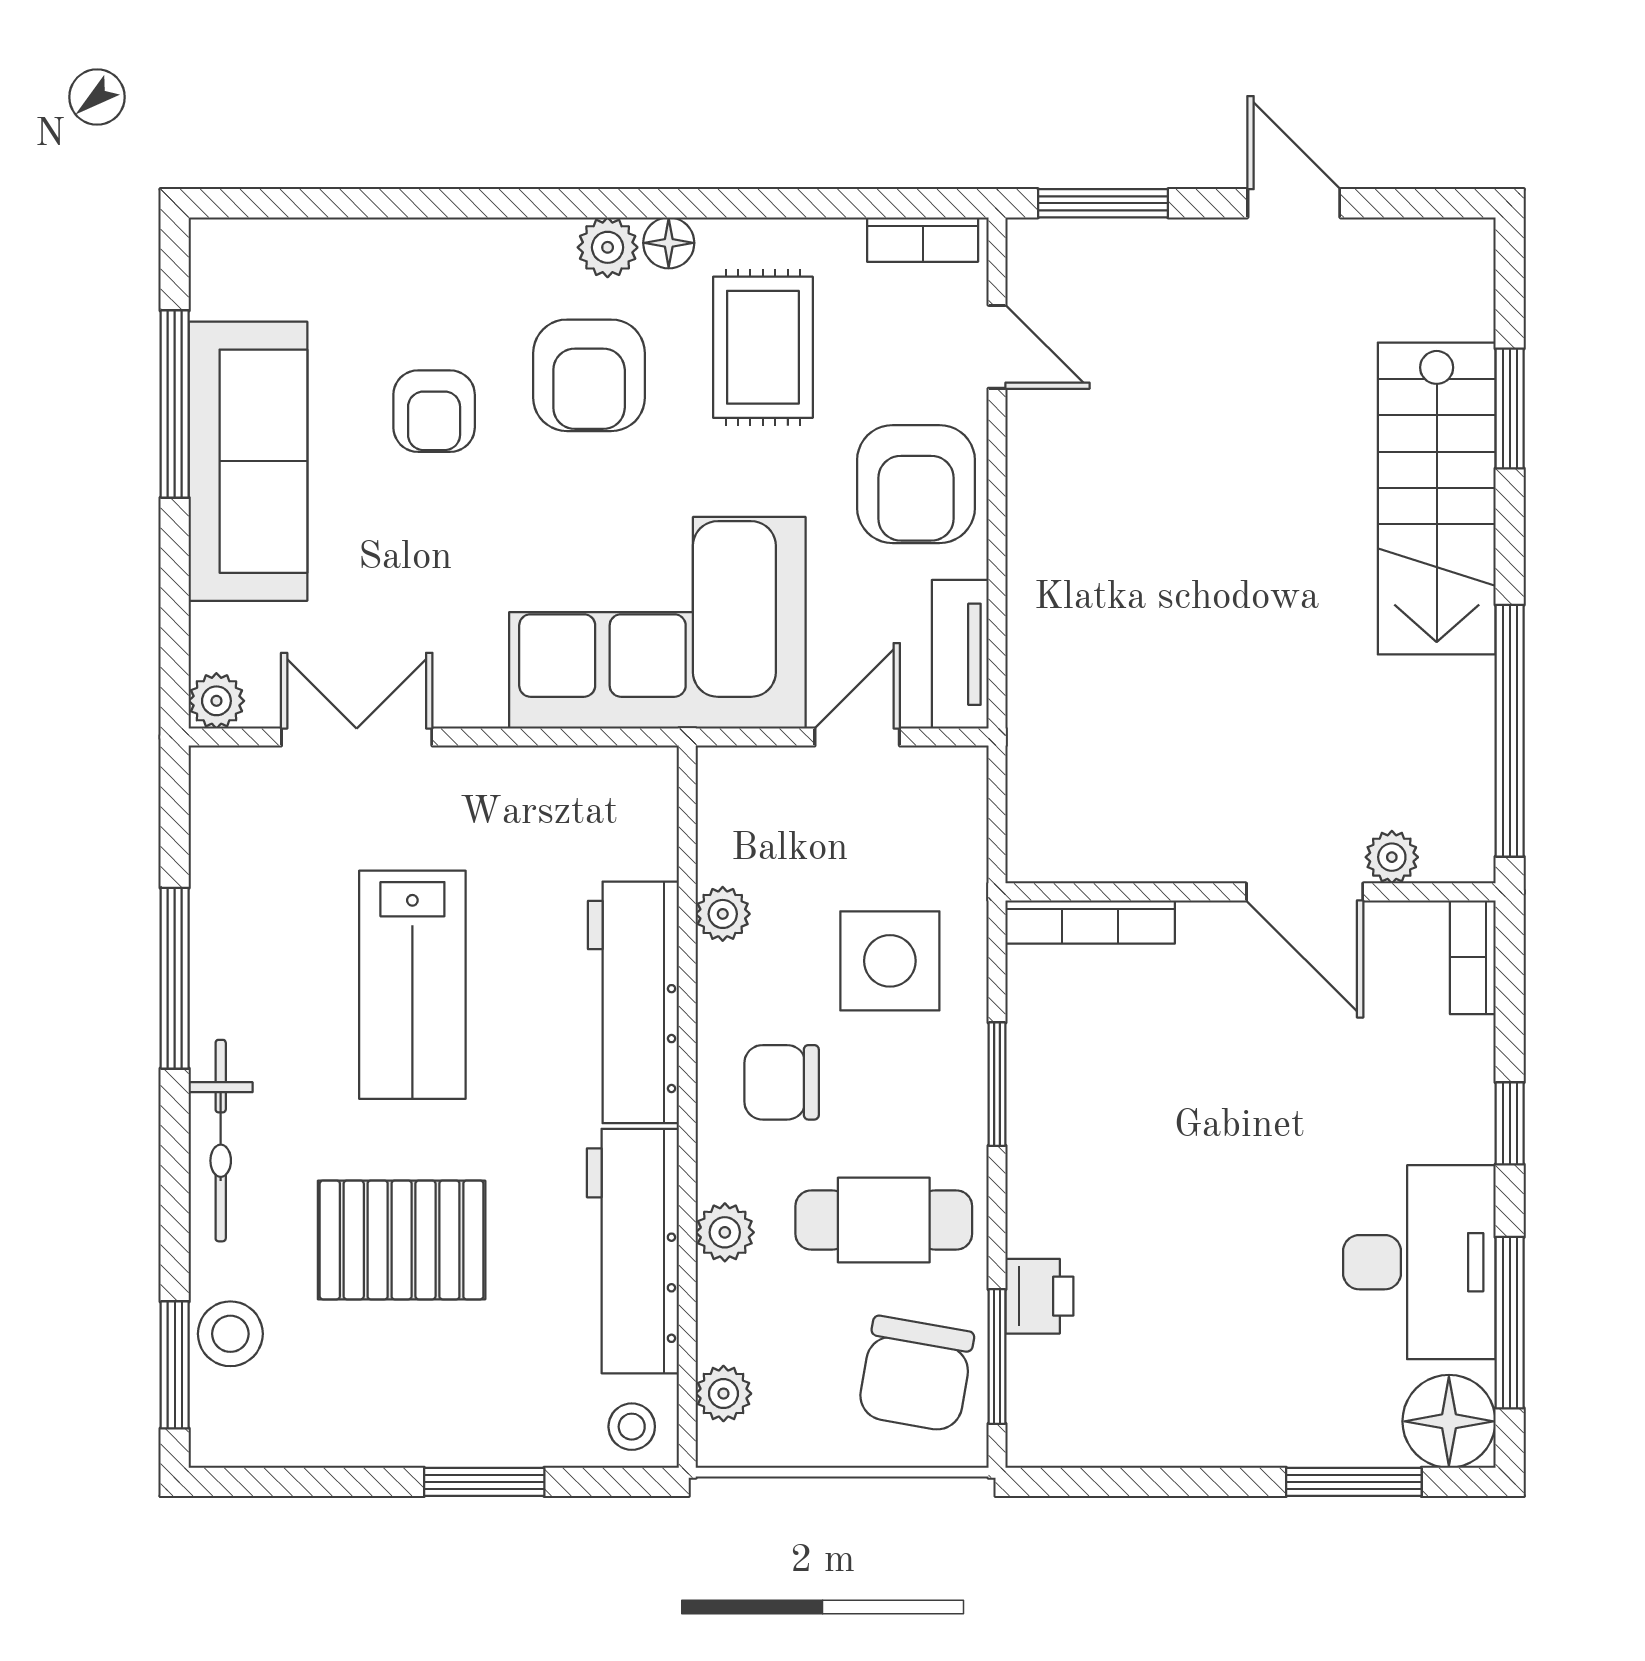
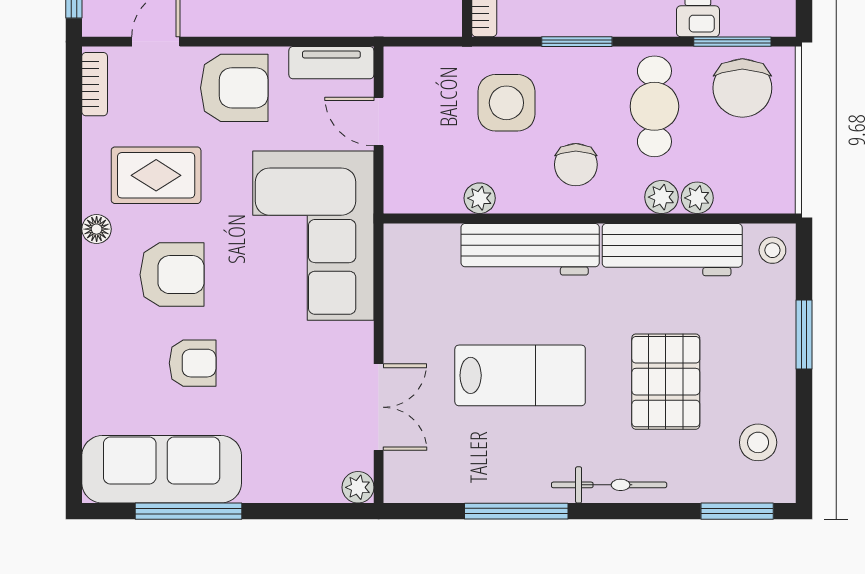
plant: (608, 247) -> (99, 264), removed
sofa: (248, 461) -> (162, 469), moved
double door: (357, 737) -> (379, 407), swing flipped
stool: (230, 1334) -> (758, 442), moved
chair: (916, 1374) -> (742, 88), turned 80
plant: (723, 1394) -> (697, 198), moved

